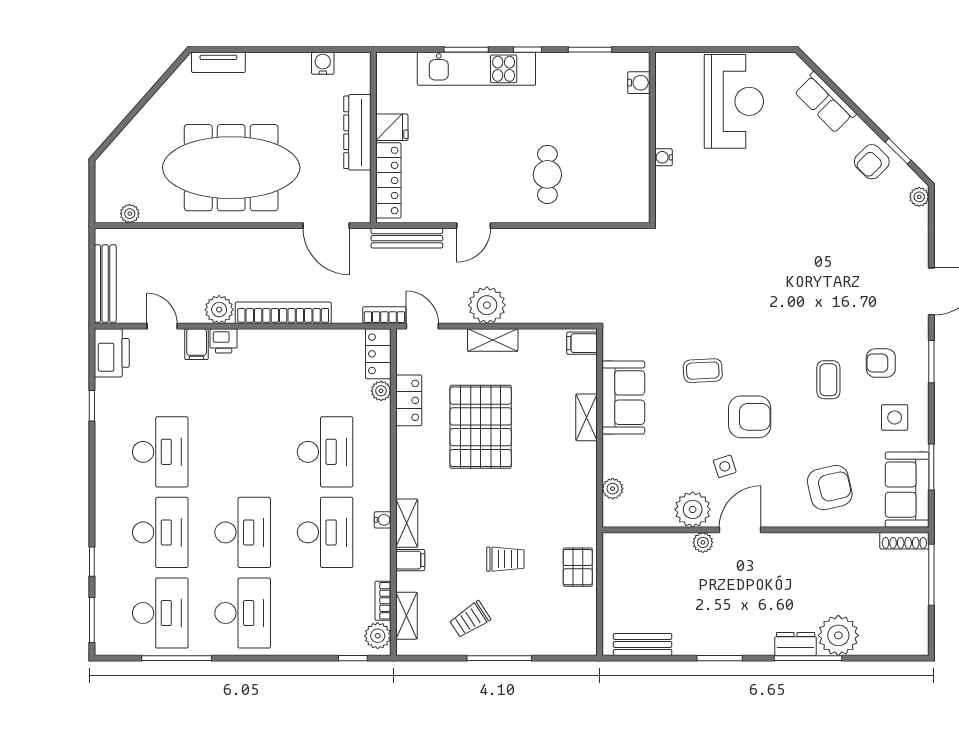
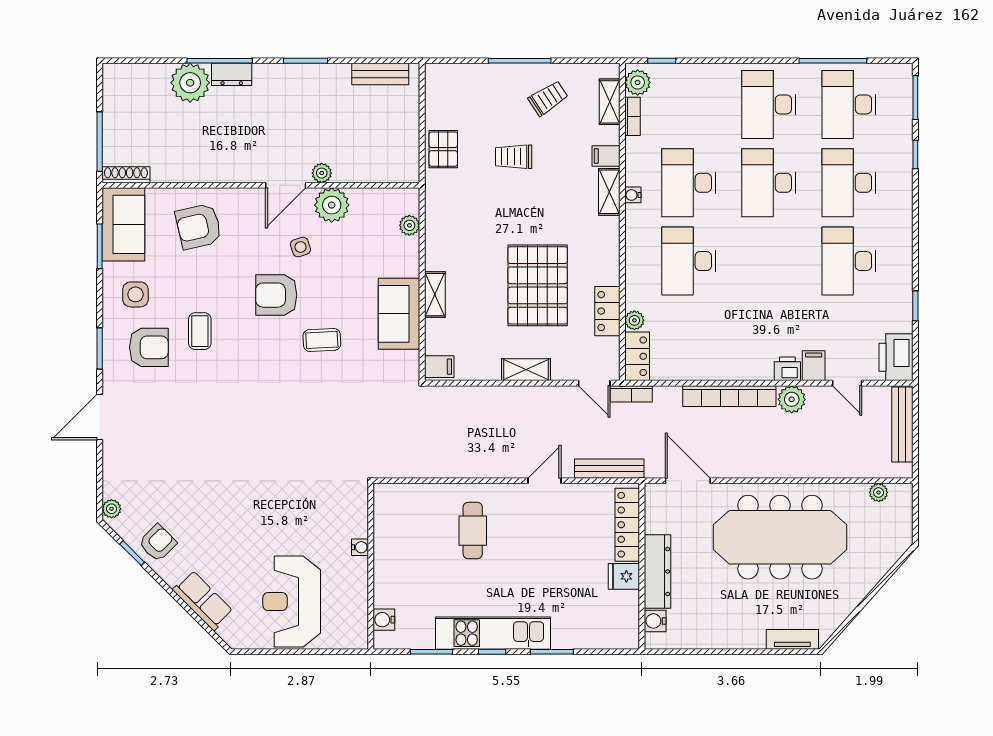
water cooler: (323, 63) -> (655, 621), moved, turned 90
kitchen unit: (476, 69) -> (493, 633), moved
plant: (487, 305) -> (532, 404), removed
armchair: (881, 363) -> (149, 347), width x1.38, depth x1.38

